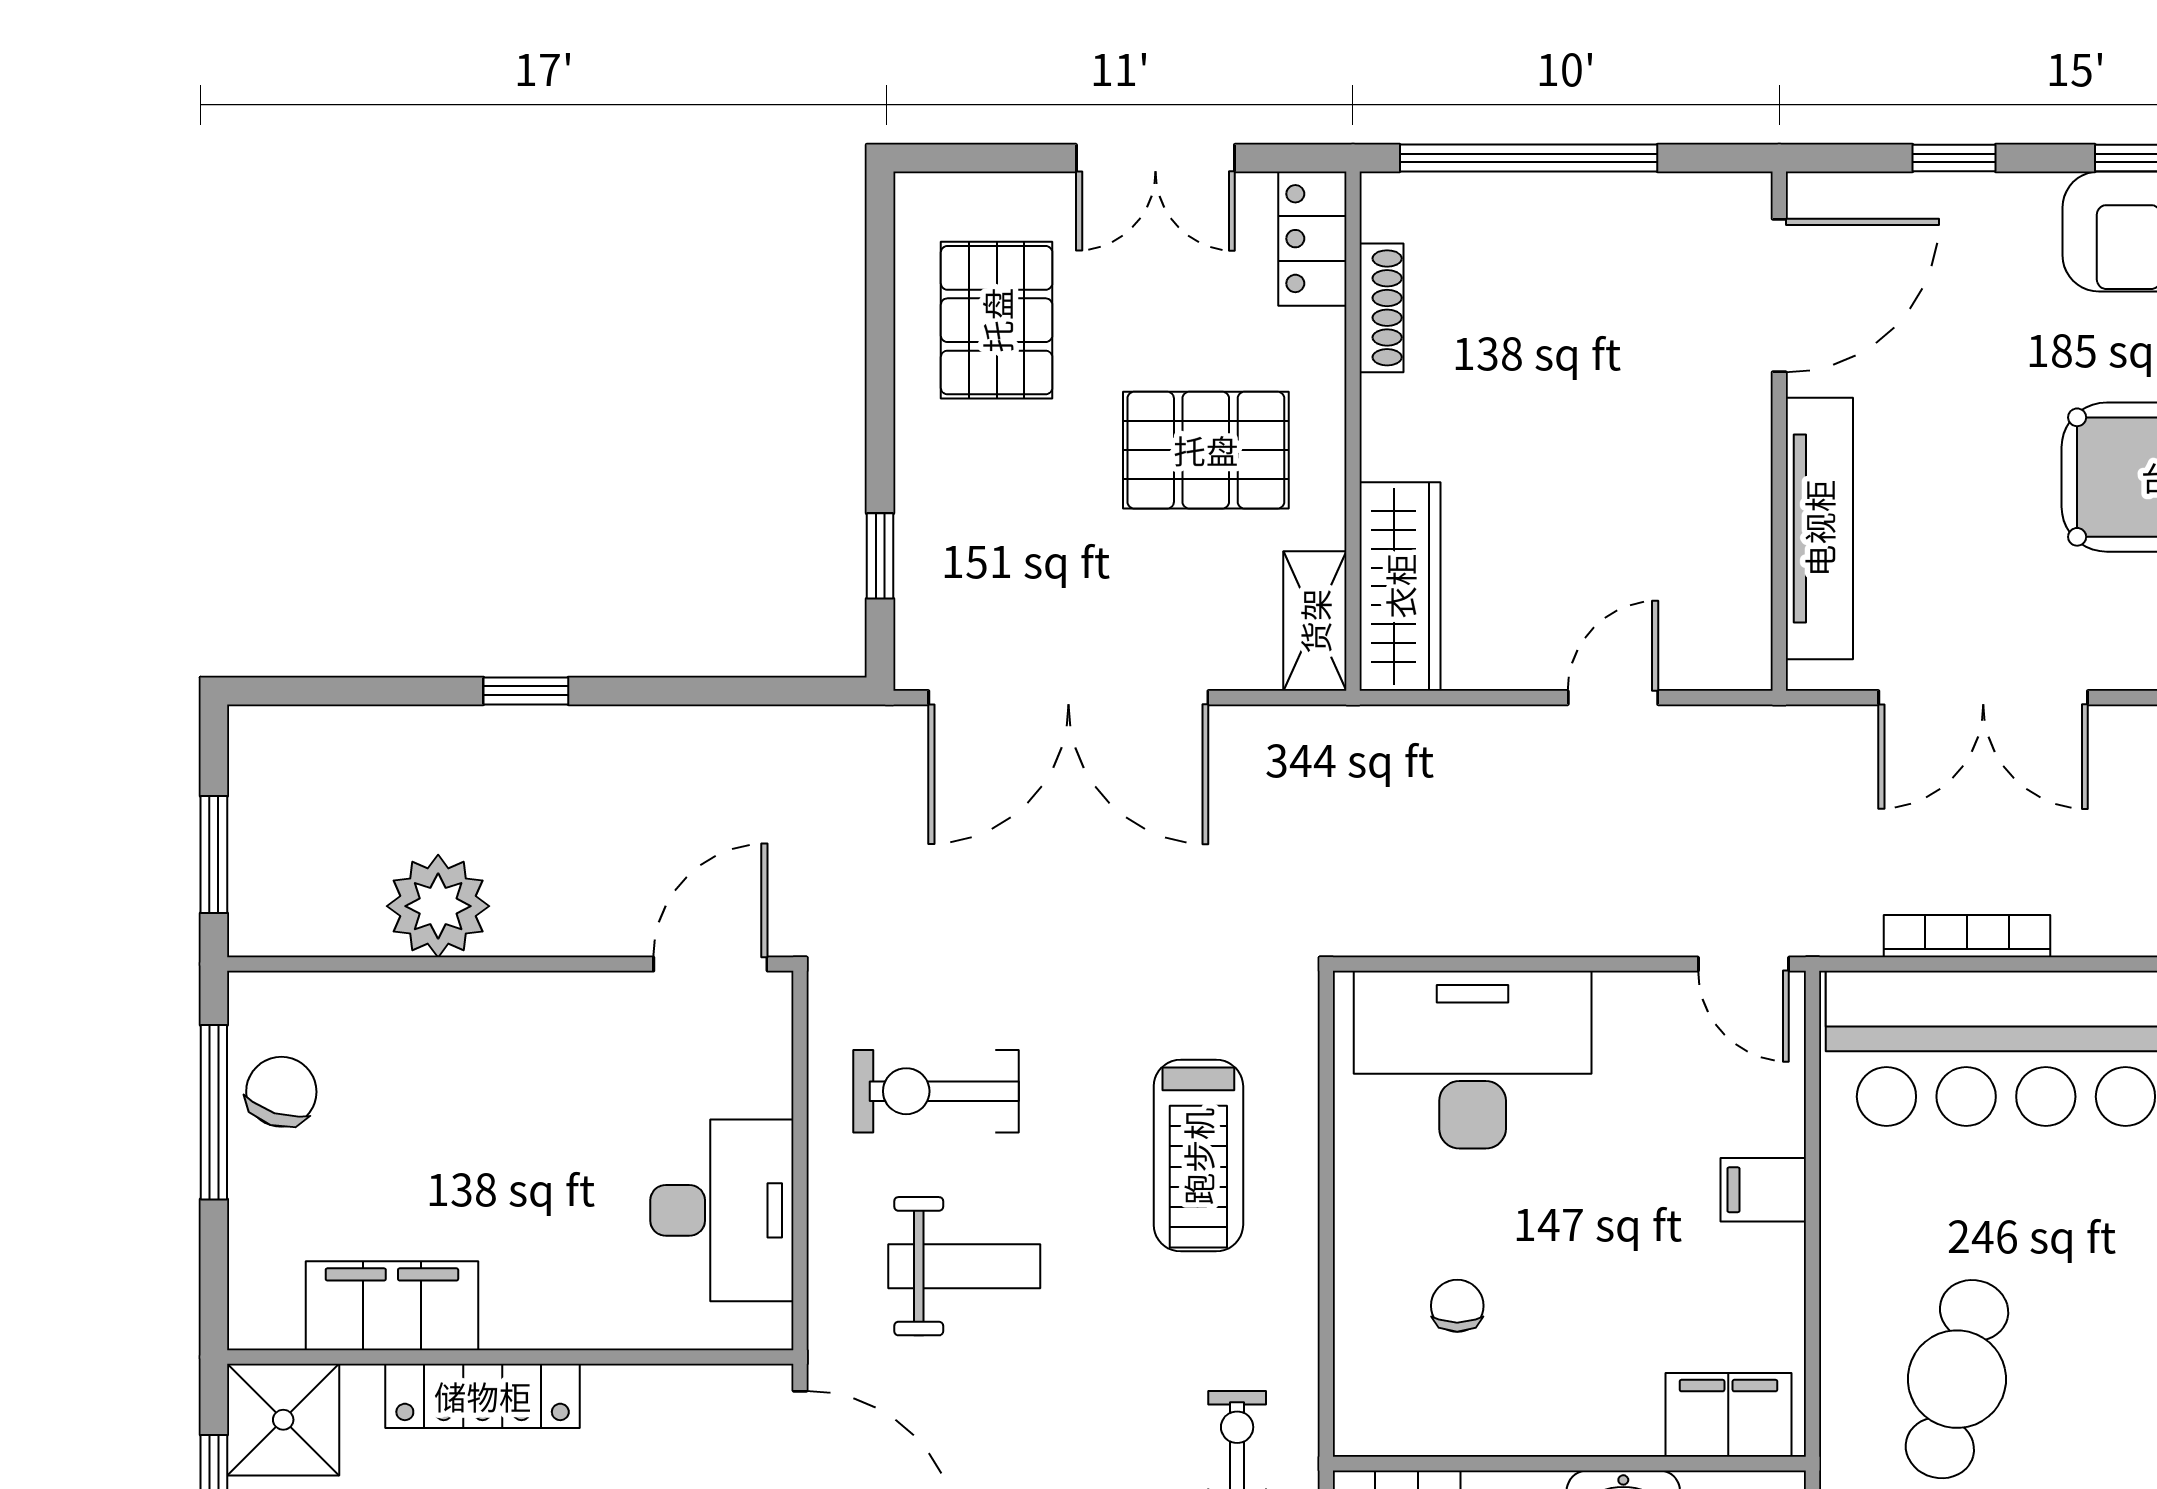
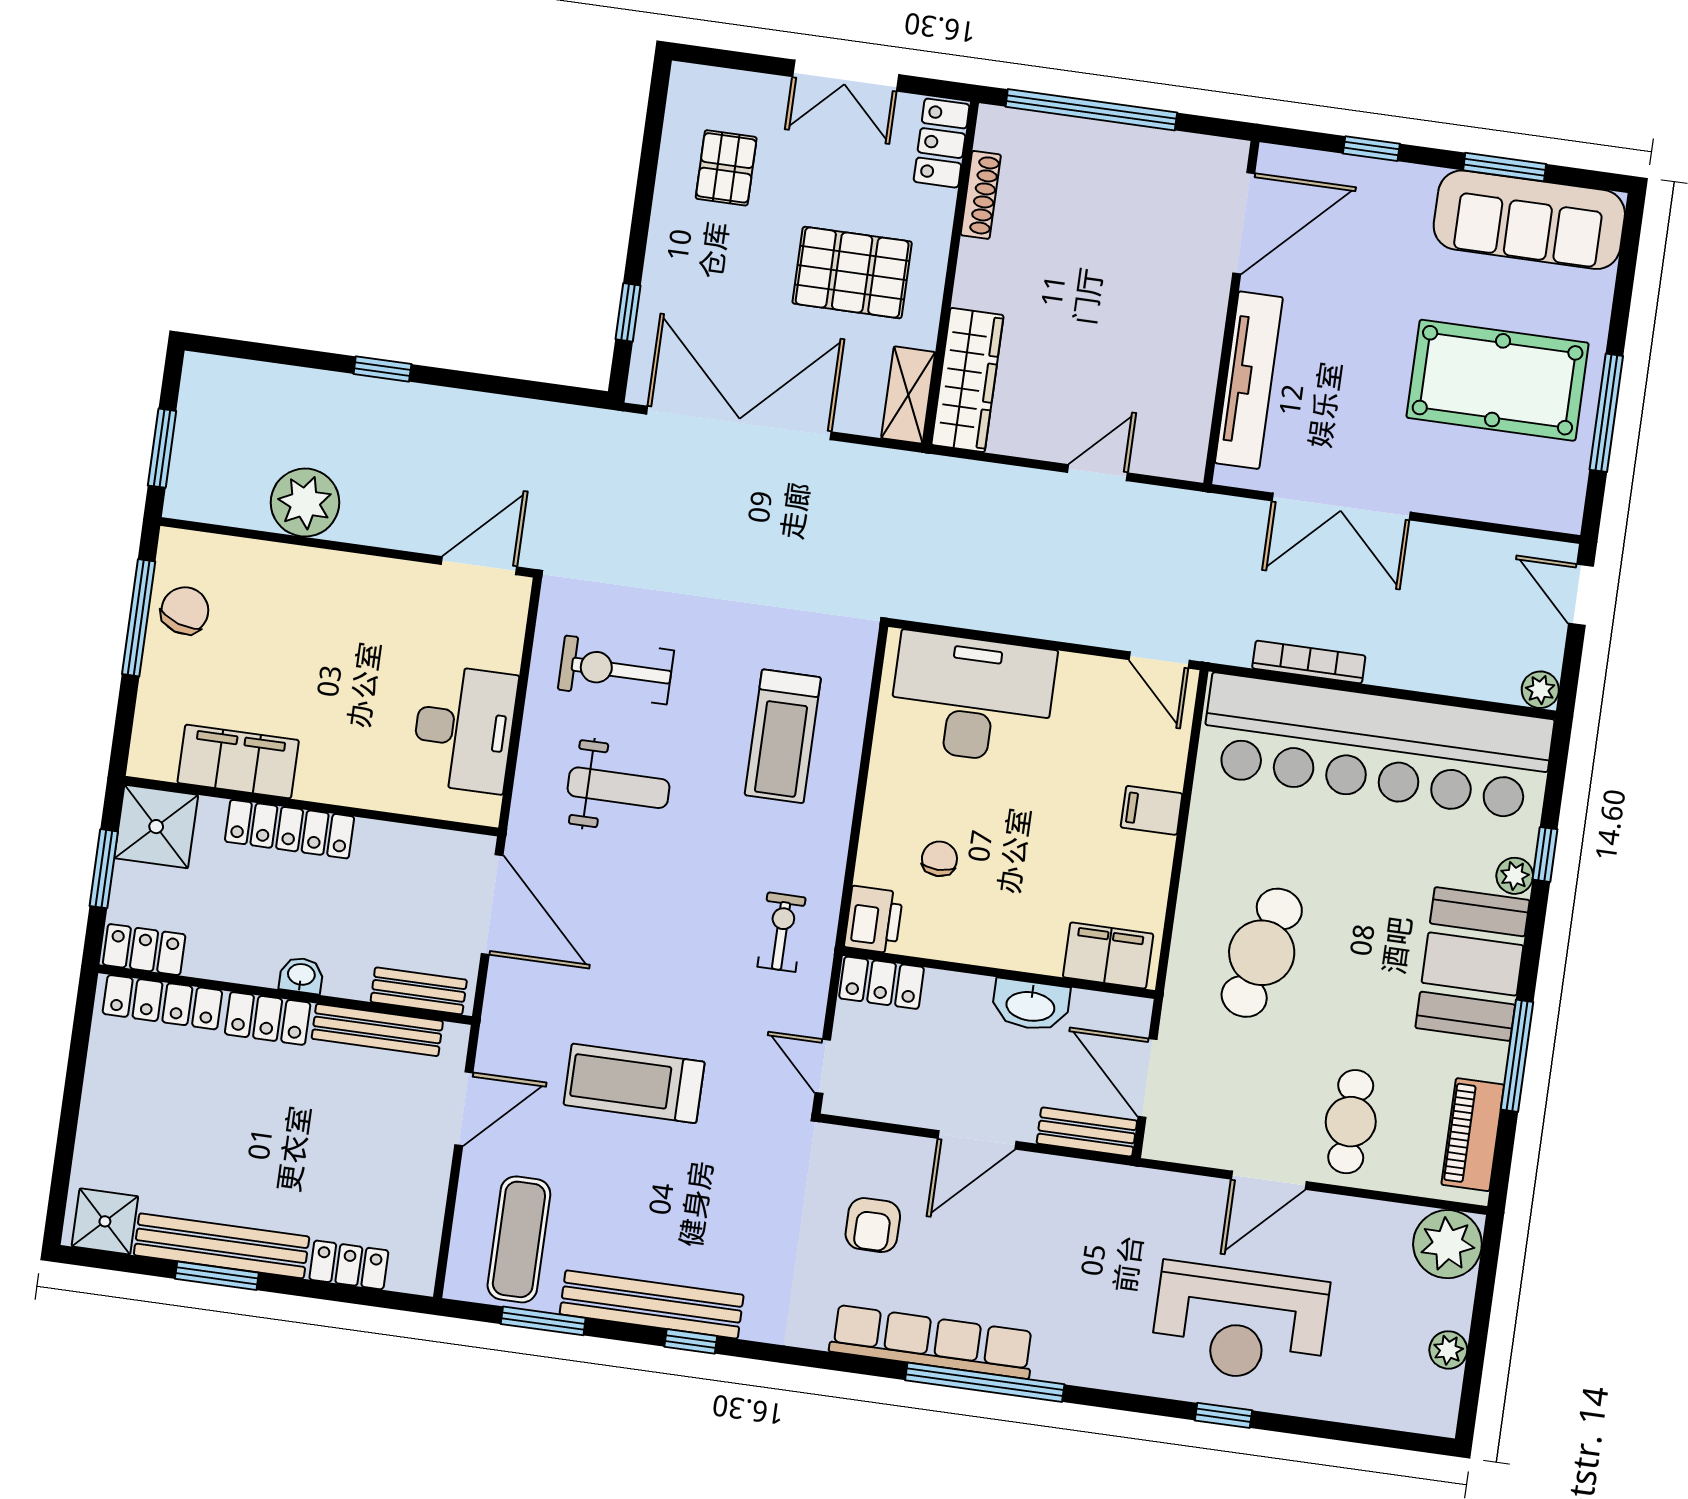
pallet: (997, 320) -> (726, 168), width x0.67, depth x0.71
double door: (1068, 698) -> (739, 423), swing flipped
printer: (1372, 1410) -> (874, 920), added

